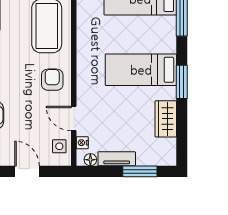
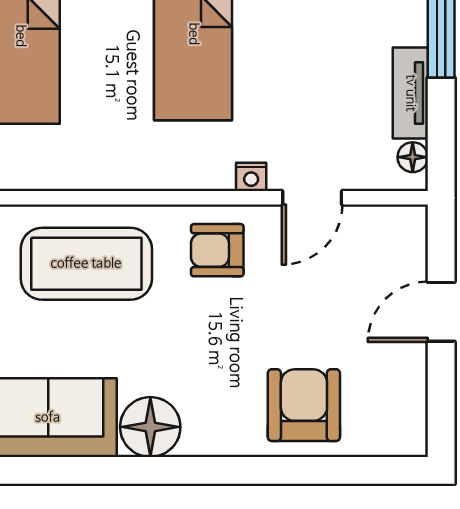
nightstand: (82, 143) -> (251, 177), moved
side table: (59, 146) -> (380, 233), removed

